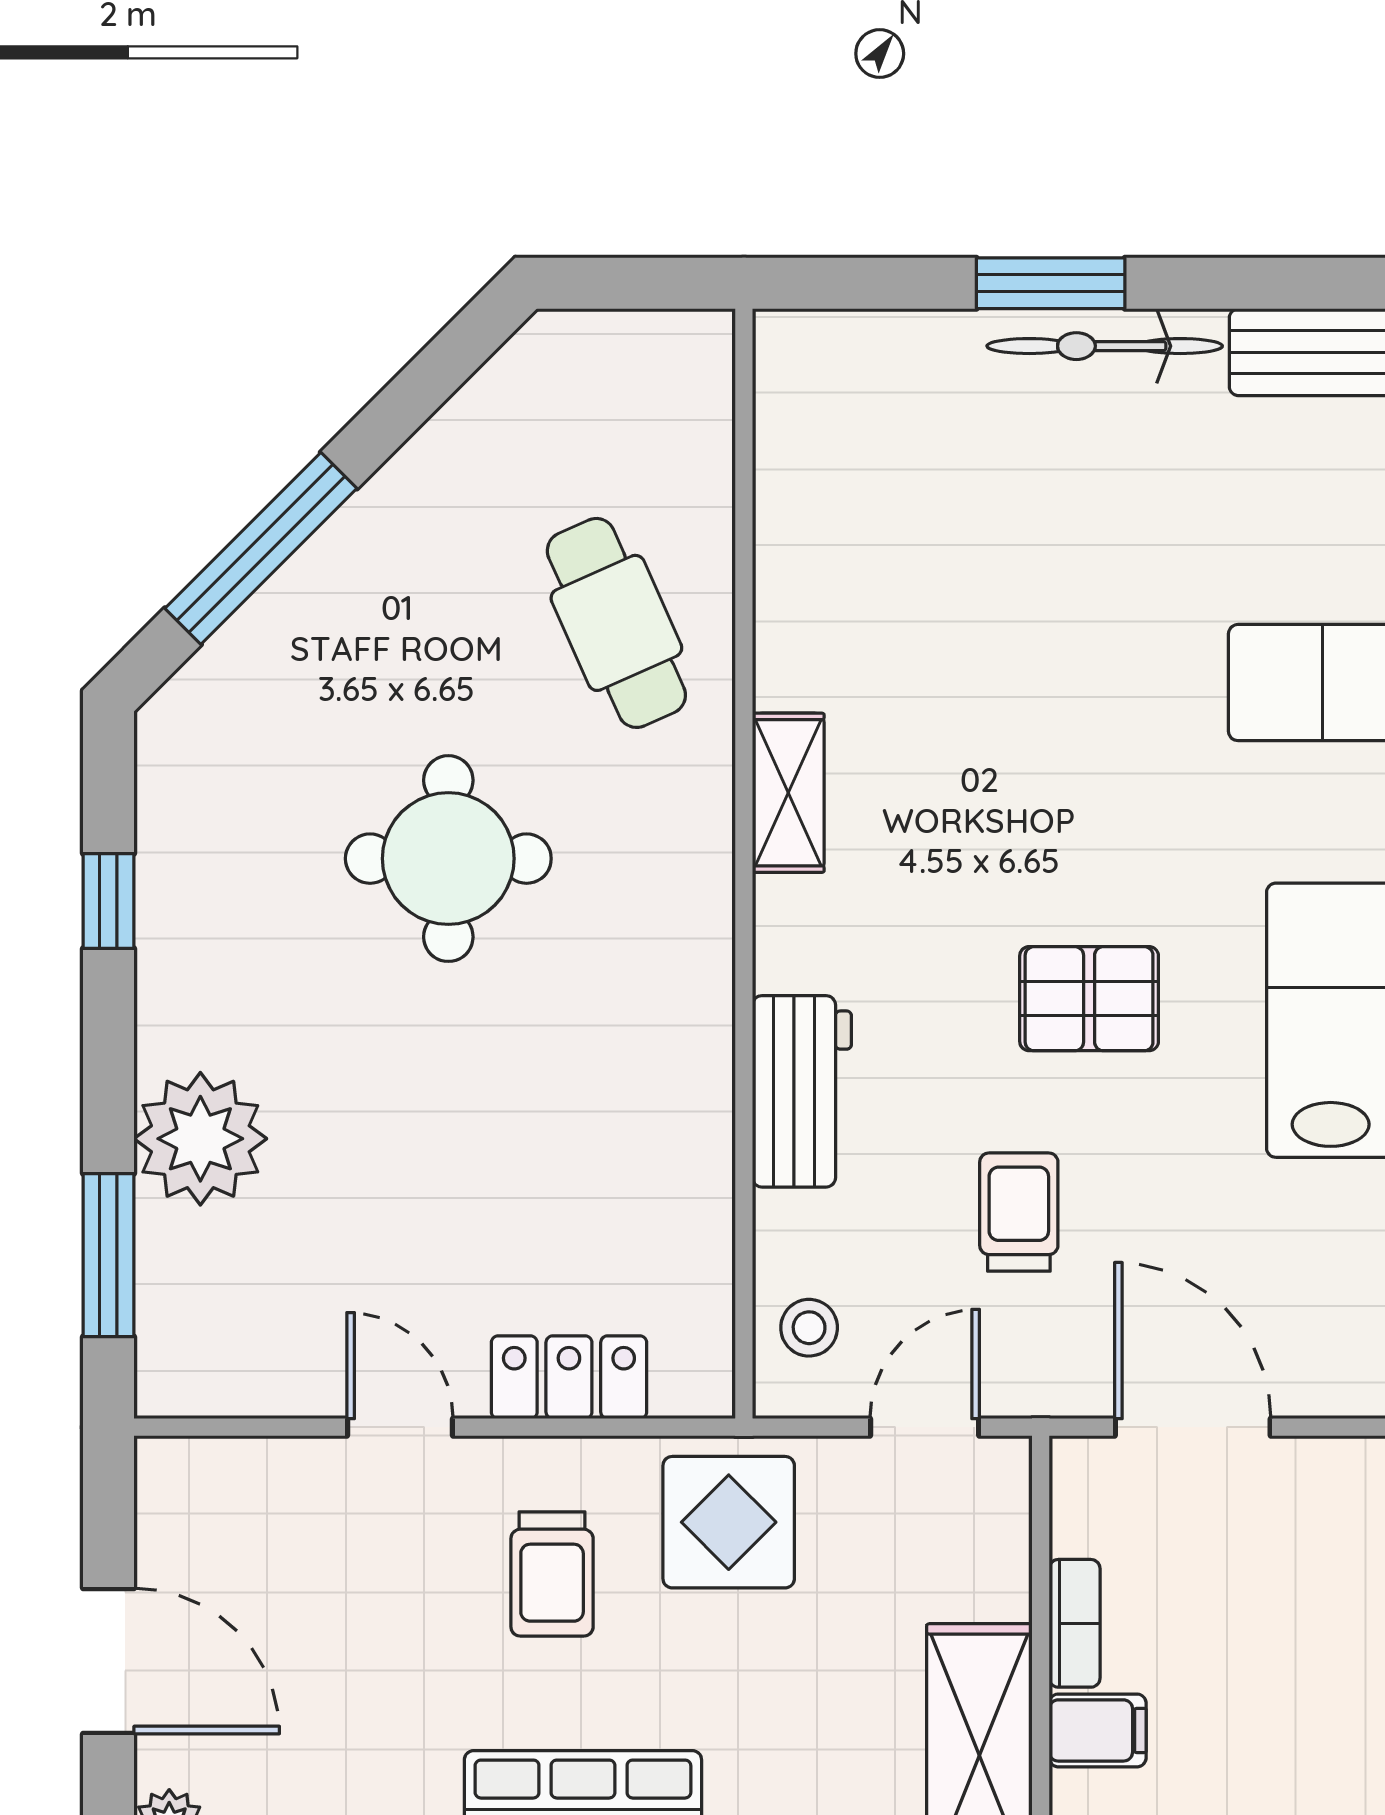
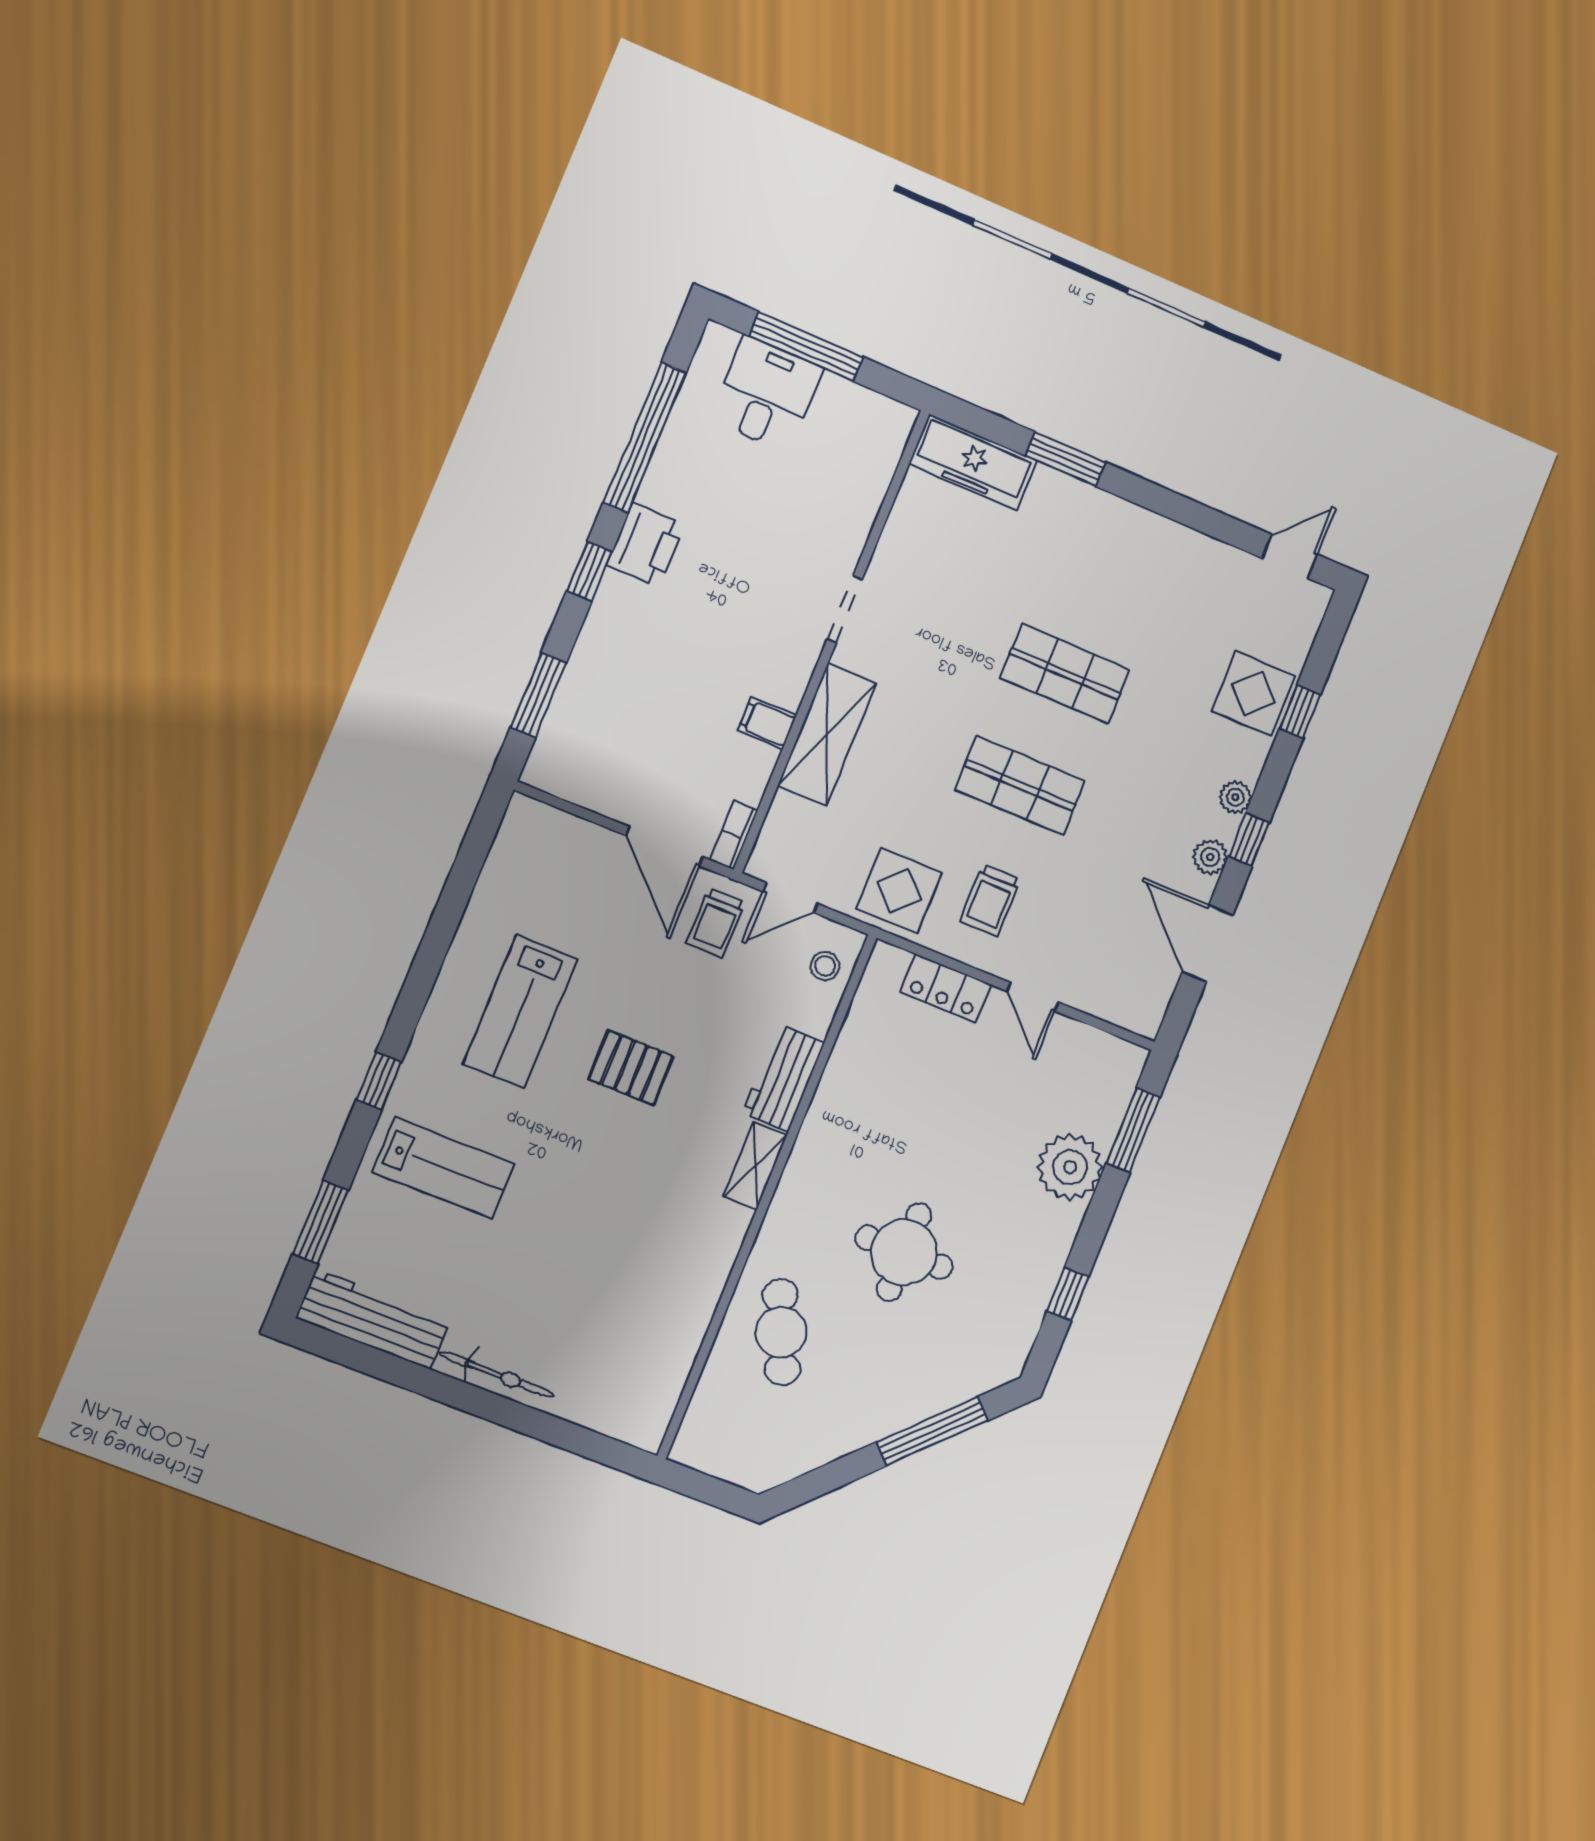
window: (1051, 283) -> (511, 1414), removed
shelving: (788, 793) -> (755, 1166), moved
trolley: (1019, 1212) -> (716, 923), moved
trolley: (552, 1574) -> (990, 900), turned 180
bookcase: (1075, 1623) -> (734, 835), moved

